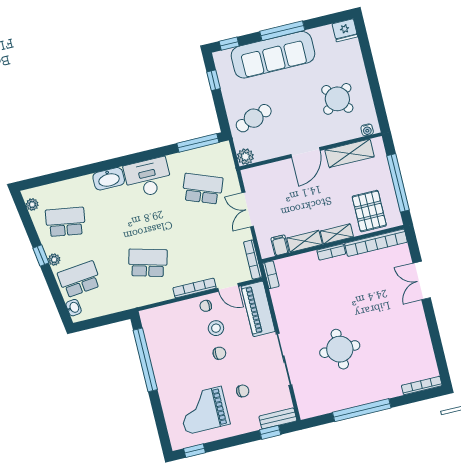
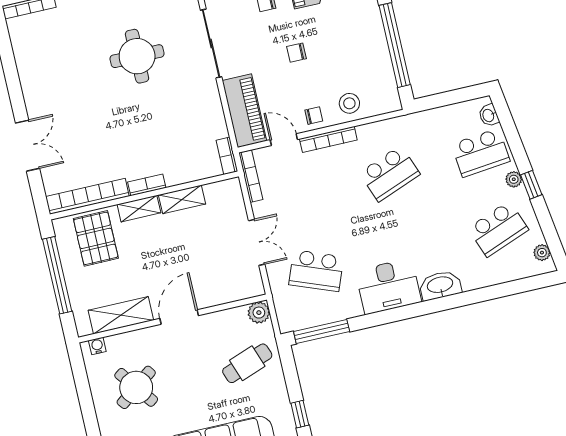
school desk: (65, 222) -> (498, 229), turned -30
filing cabinet: (280, 245) -> (215, 195), removed
school desk: (148, 263) -> (390, 174), turned -36
stool: (216, 328) -> (349, 103), moved

